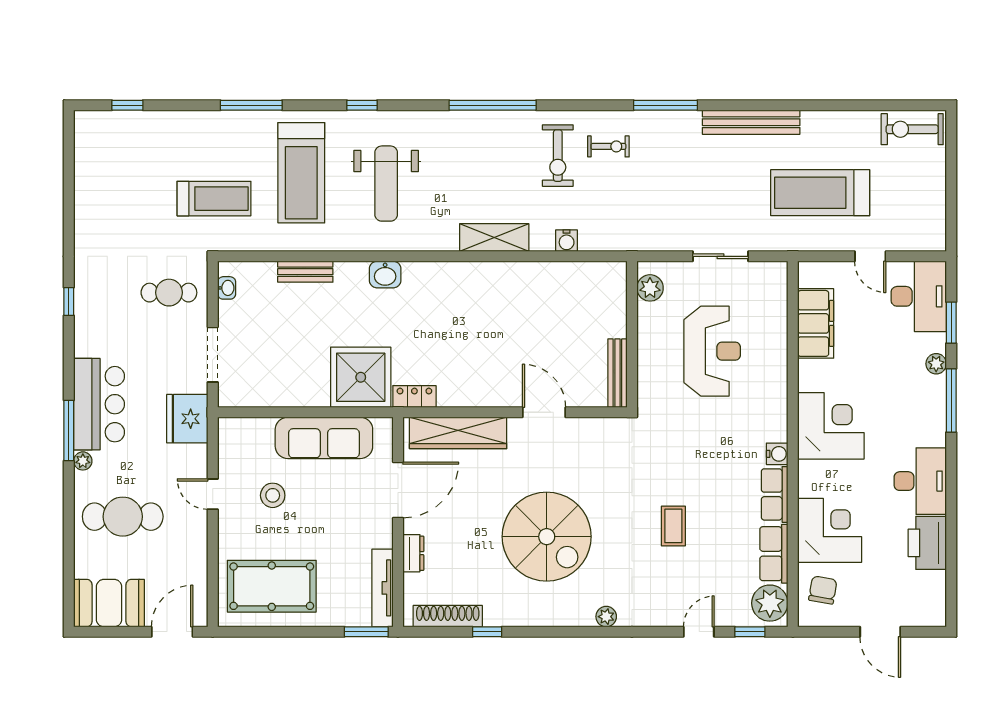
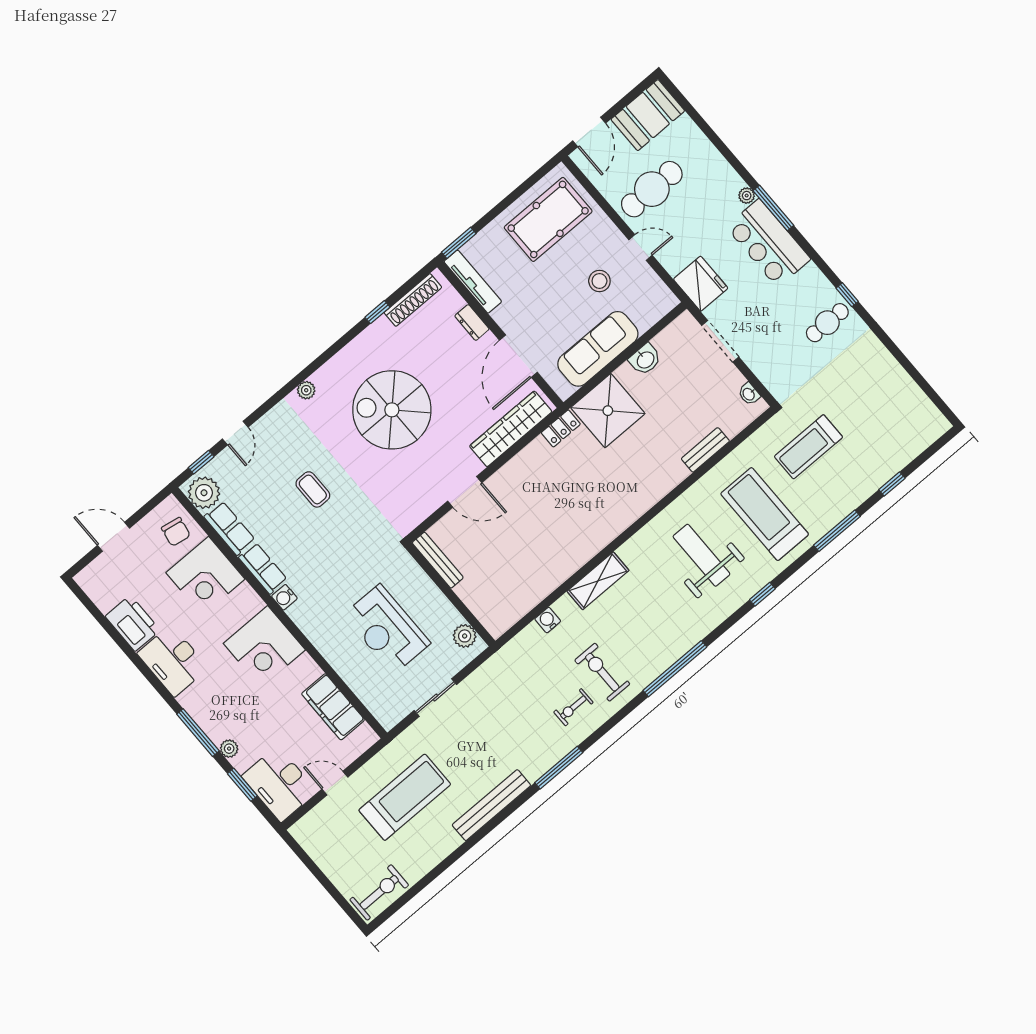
window: (127, 105) -> (892, 484), moved
washbasin: (385, 275) -> (645, 359), moved, turned 180
cafe table: (169, 293) -> (827, 323), moved
cafe table: (123, 517) -> (652, 189), moved

